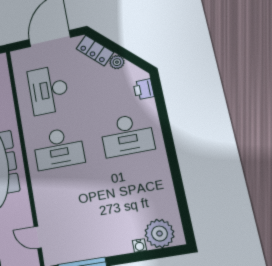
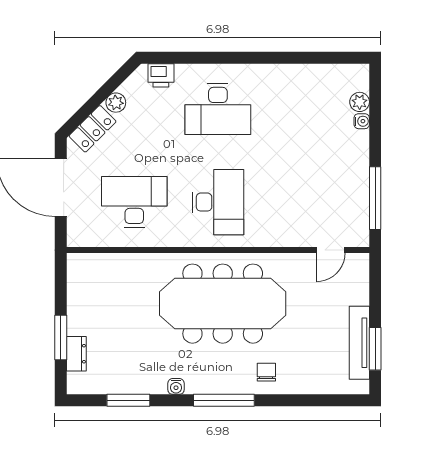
desk: (48, 90) -> (134, 202), turned 180
desk: (127, 135) -> (218, 109), turned 90
plant: (159, 233) -> (360, 102), width x0.53, depth x0.53

